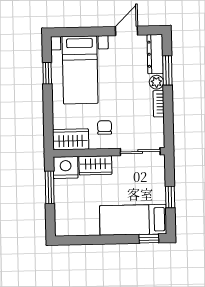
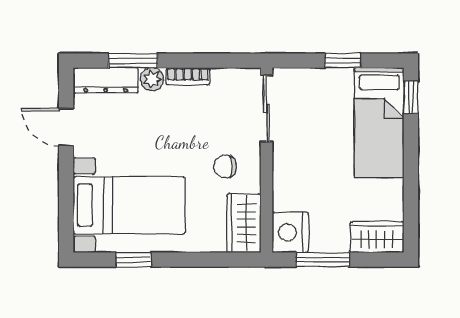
wardrobe: (95, 165) -> (377, 237), moved, turned -90

